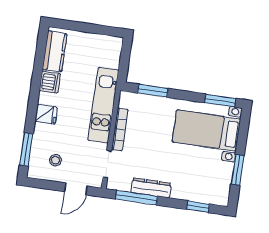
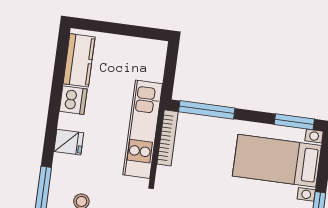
window: (153, 91) -> (207, 110), width x1.44
bookcase: (120, 130) -> (168, 138), moved

